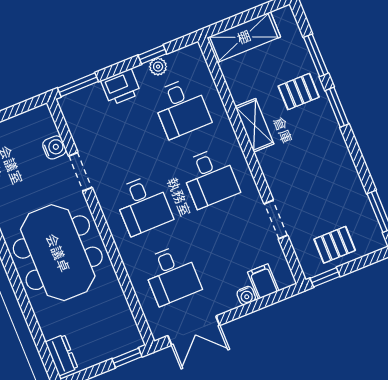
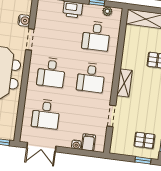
plant: (158, 67) -> (107, 11), moved
shelving: (255, 125) -> (124, 83), moved
pallet: (335, 245) -> (144, 140), moved
window: (325, 277) -> (143, 160), moved

